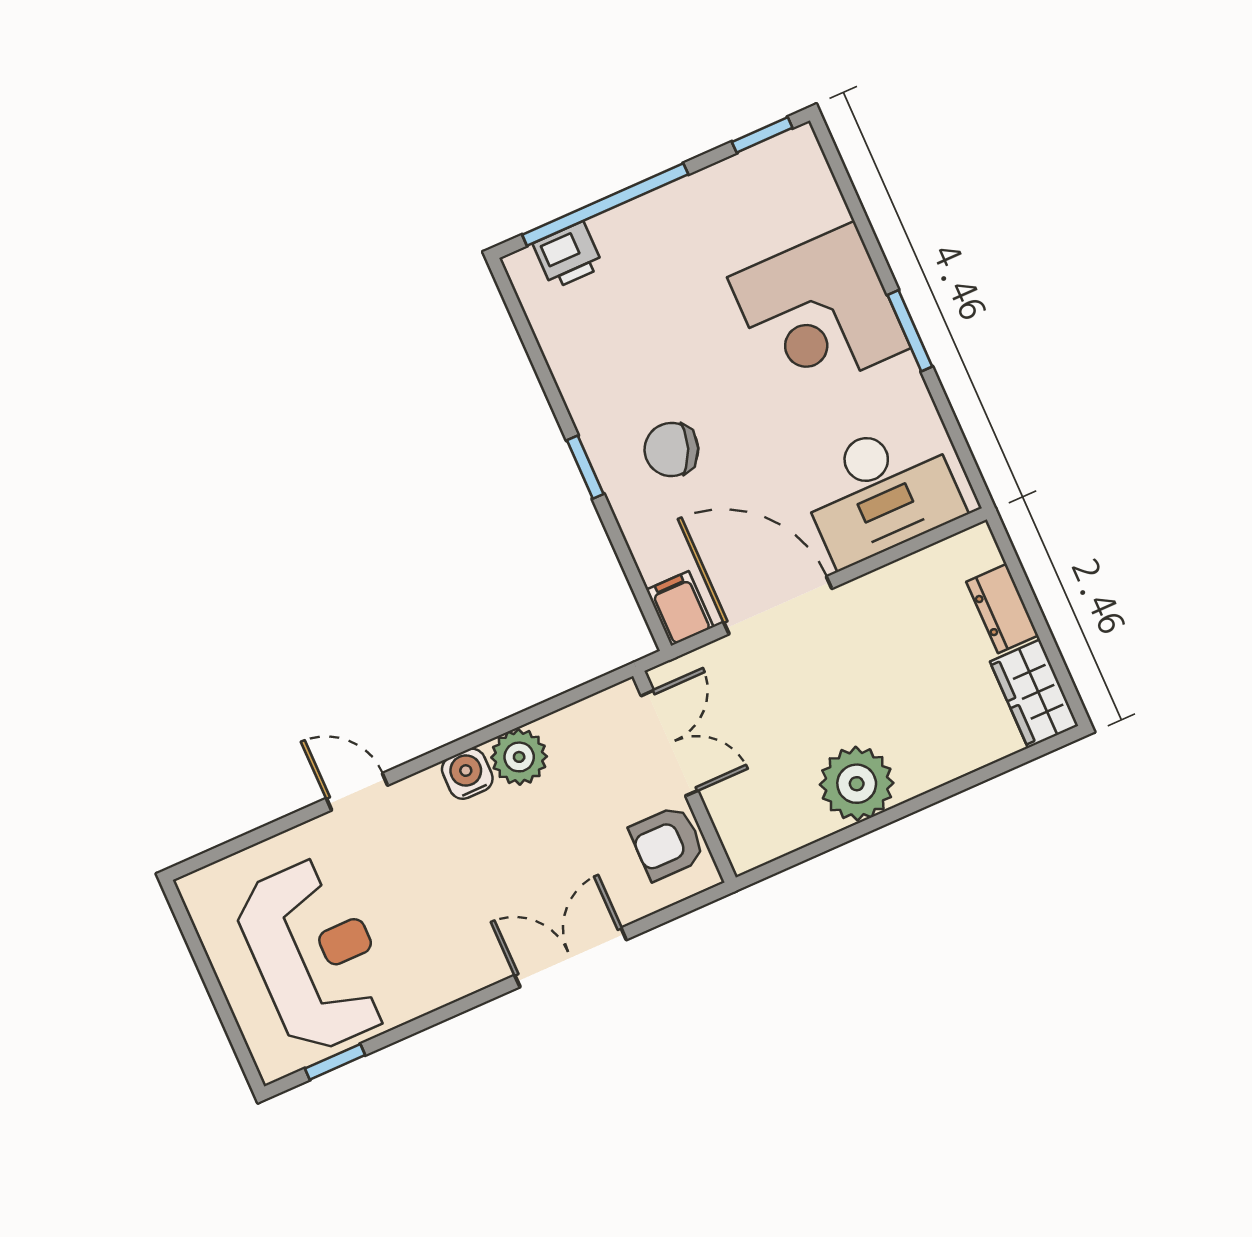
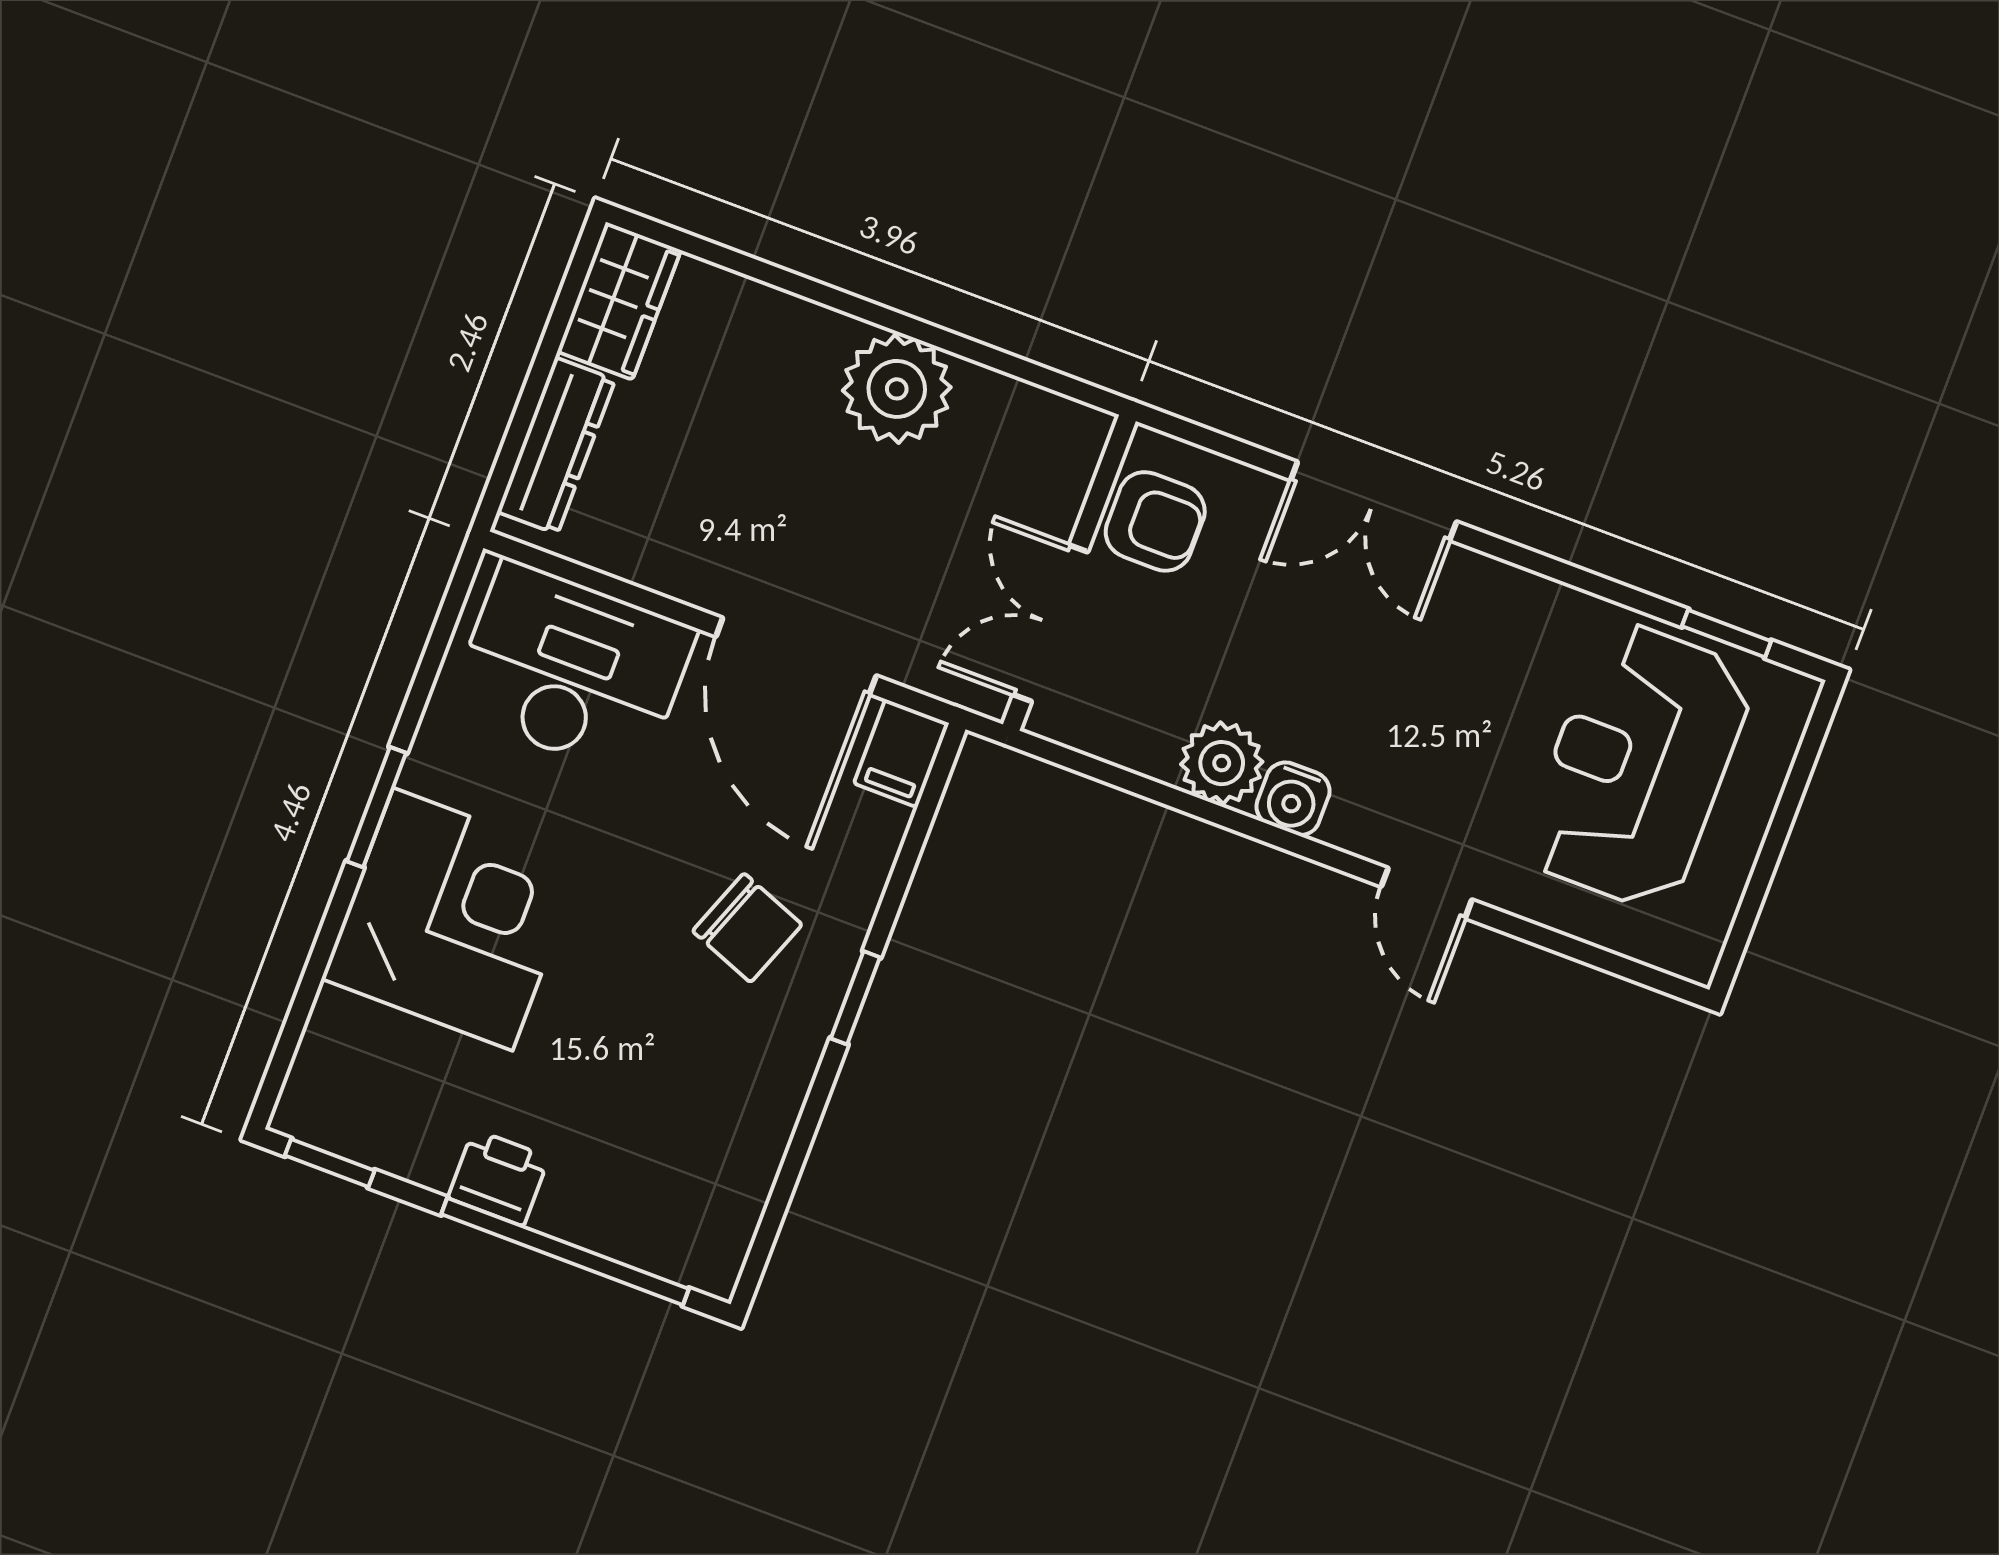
printer: (568, 255) -> (499, 1178), moved
dresser: (1002, 609) -> (556, 446), width x1.44

